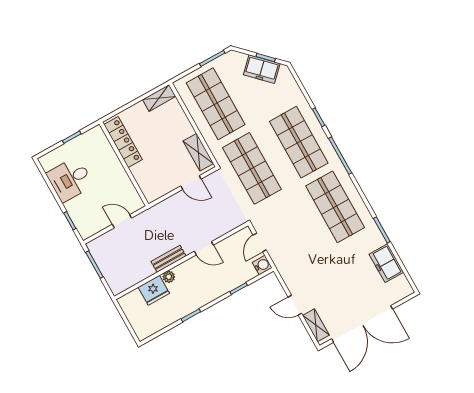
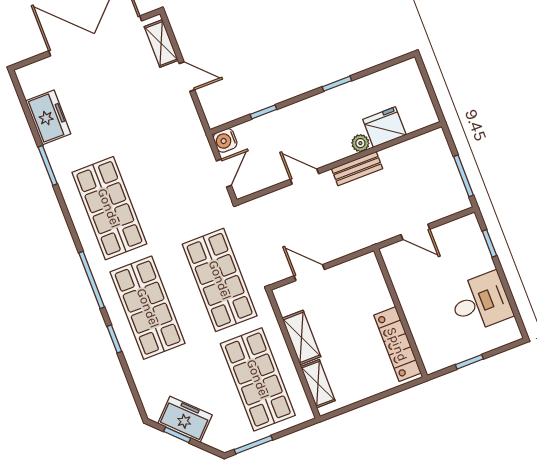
shelving: (159, 98) -> (318, 384), moved, turned 90
shelving: (198, 152) -> (302, 337), moved

